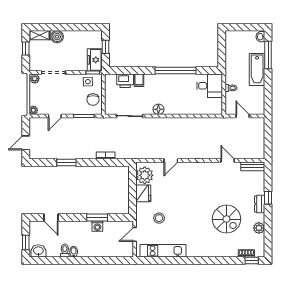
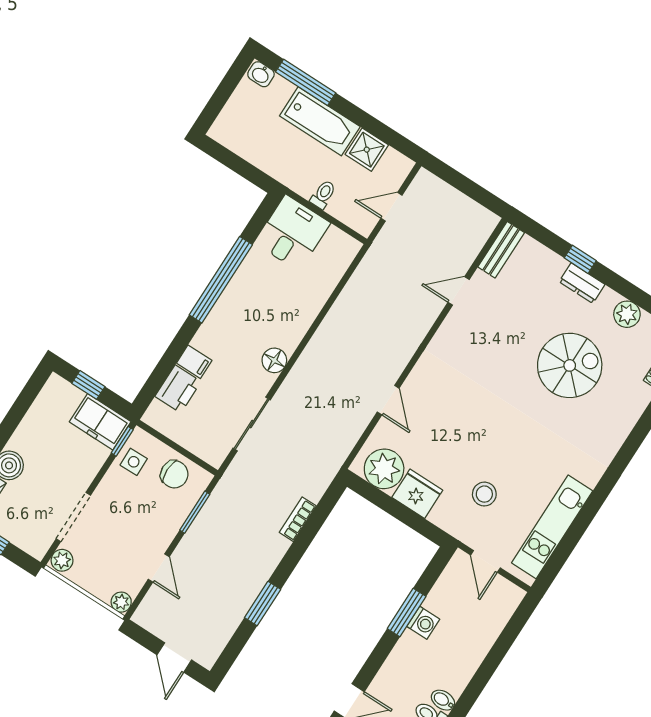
shower: (258, 93) -> (367, 150), added

